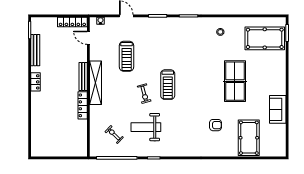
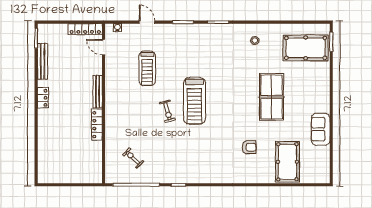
shelving: (96, 83) -> (112, 99), removed
treadmill: (168, 85) -> (194, 101), width x1.37, depth x1.38
weight bench: (146, 127) -> (169, 150), removed

